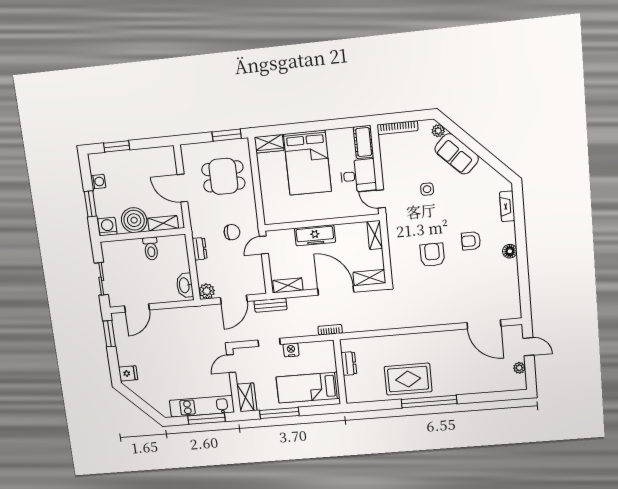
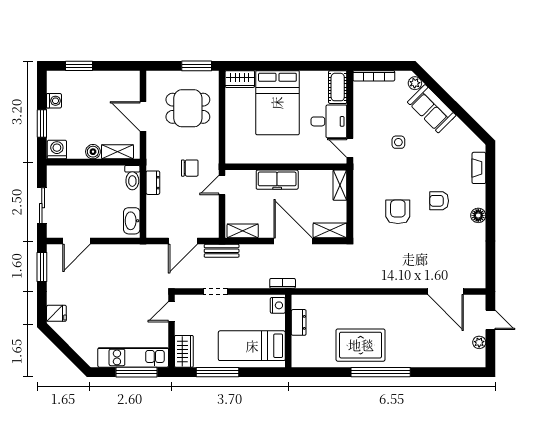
boiler: (134, 220) -> (93, 152), width x0.54, depth x0.54
toilet: (151, 249) -> (132, 178), moved
plant: (207, 291) -> (155, 229), removed
nightstand: (291, 350) -> (278, 305), moved, turned 90

